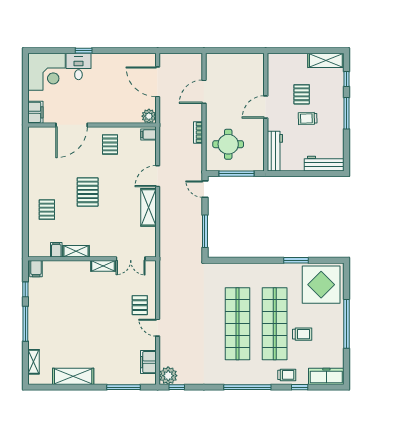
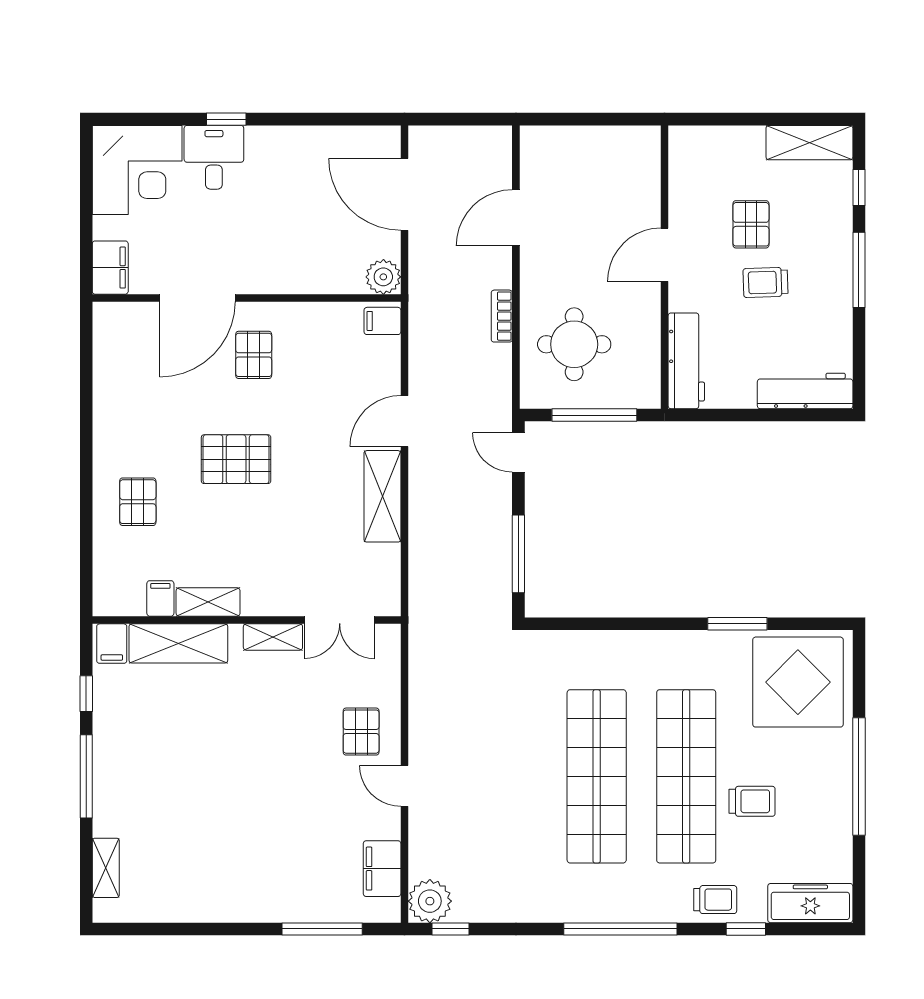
pallet: (110, 144) -> (254, 355), moved
pallet: (88, 192) -> (236, 459), turned 90
shelving: (73, 376) -> (178, 643), moved

